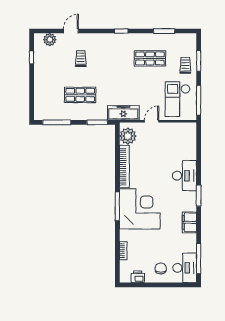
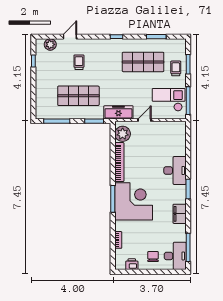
shop shelf: (150, 58) -> (143, 62), width x1.43, depth x1.36
shop shelf: (80, 95) -> (78, 96), width x1.43, depth x1.36
checkout: (178, 99) -> (169, 100), turned 90

